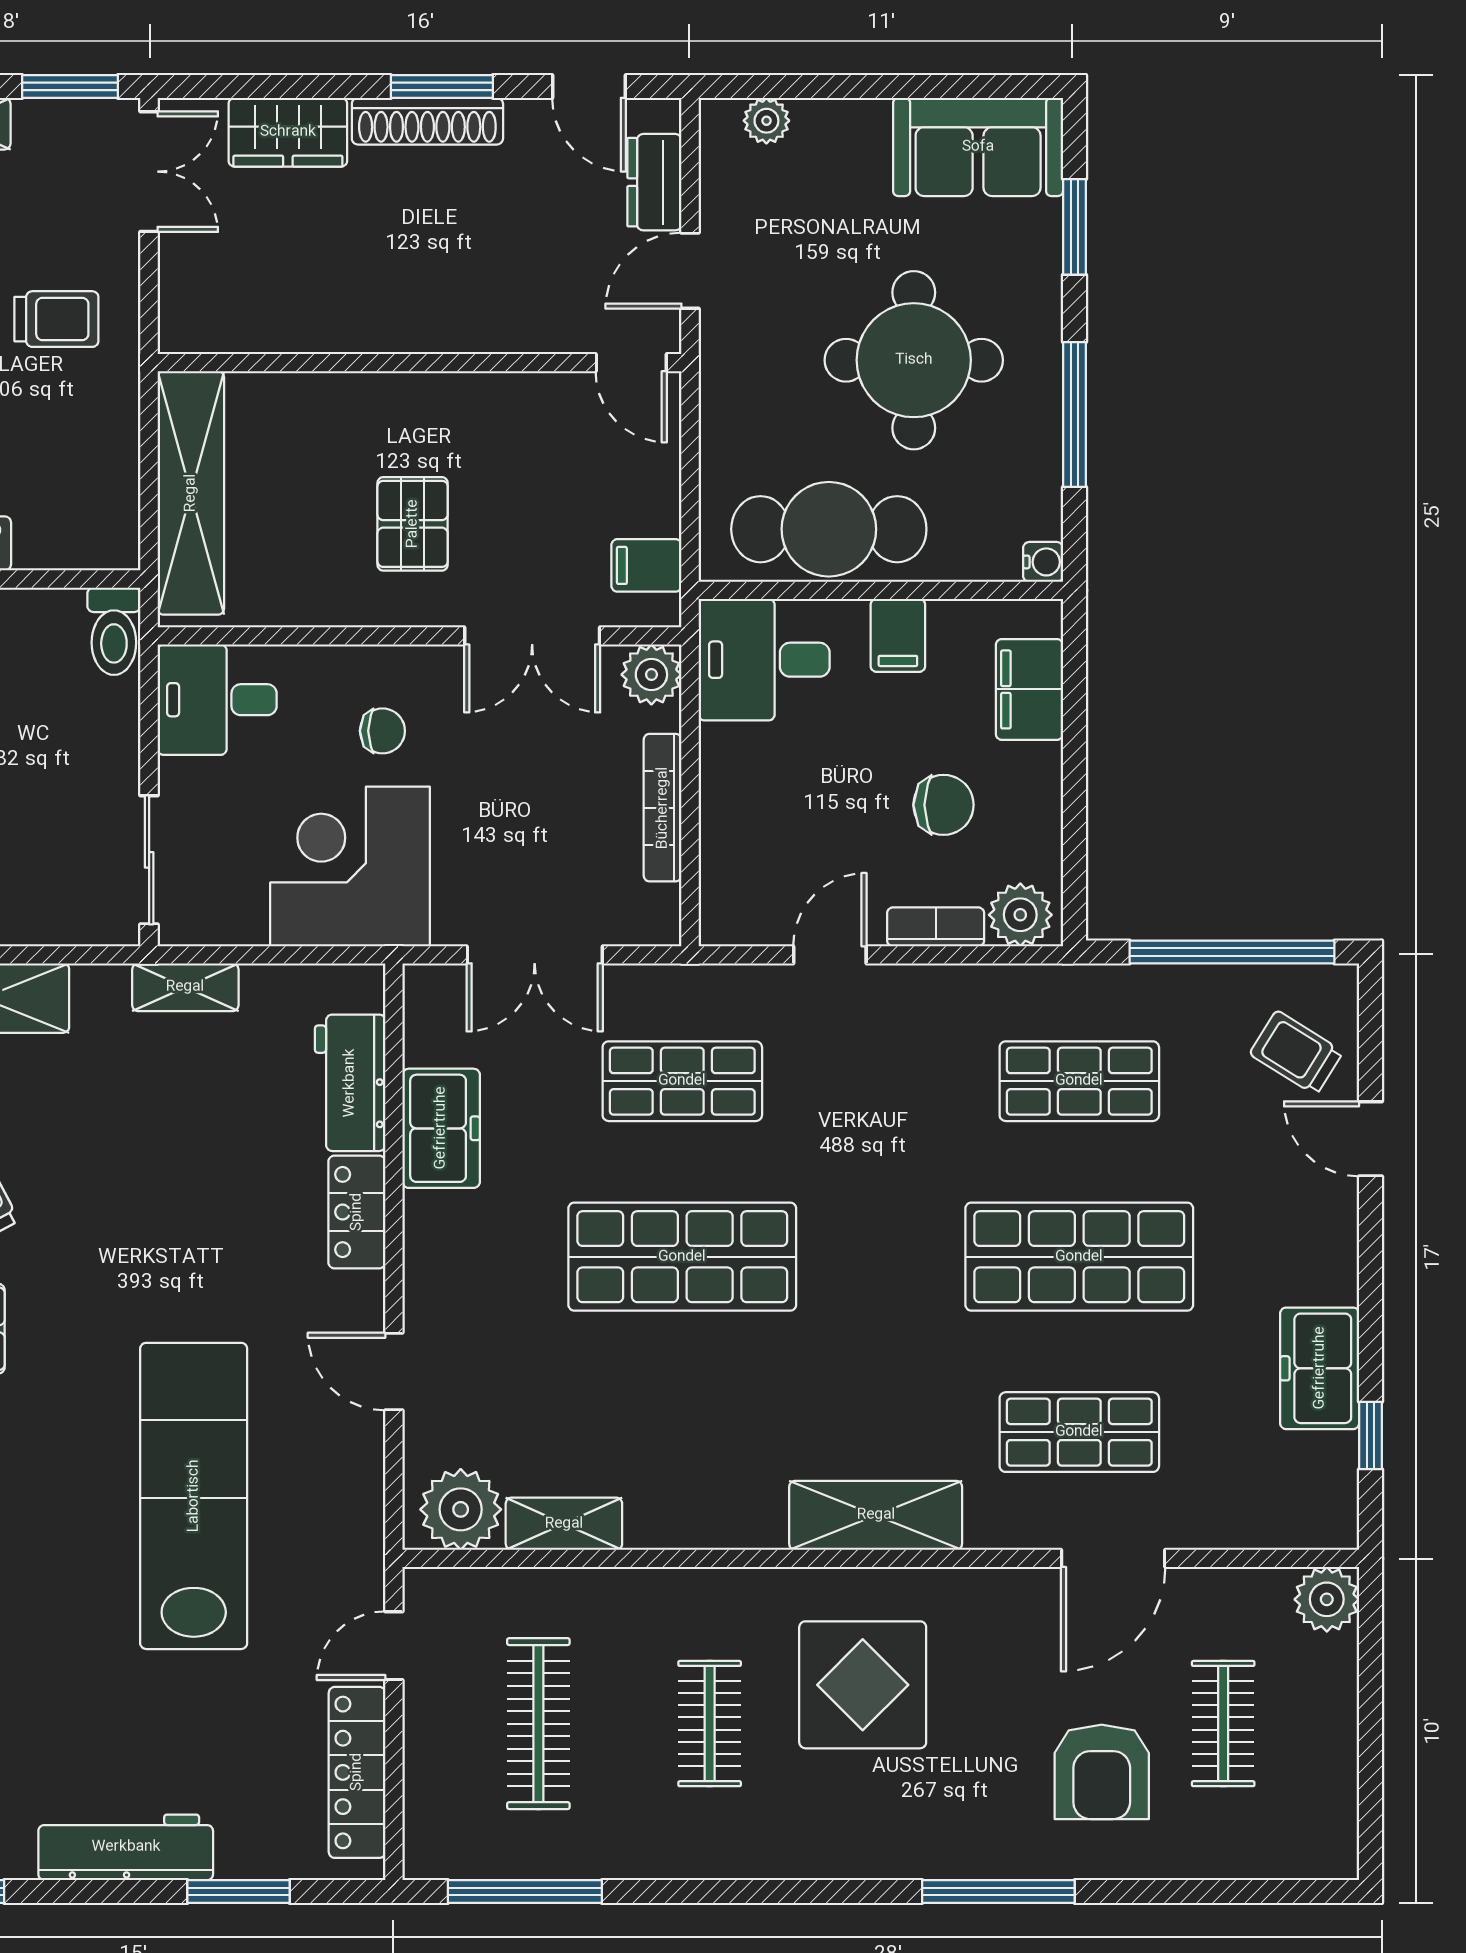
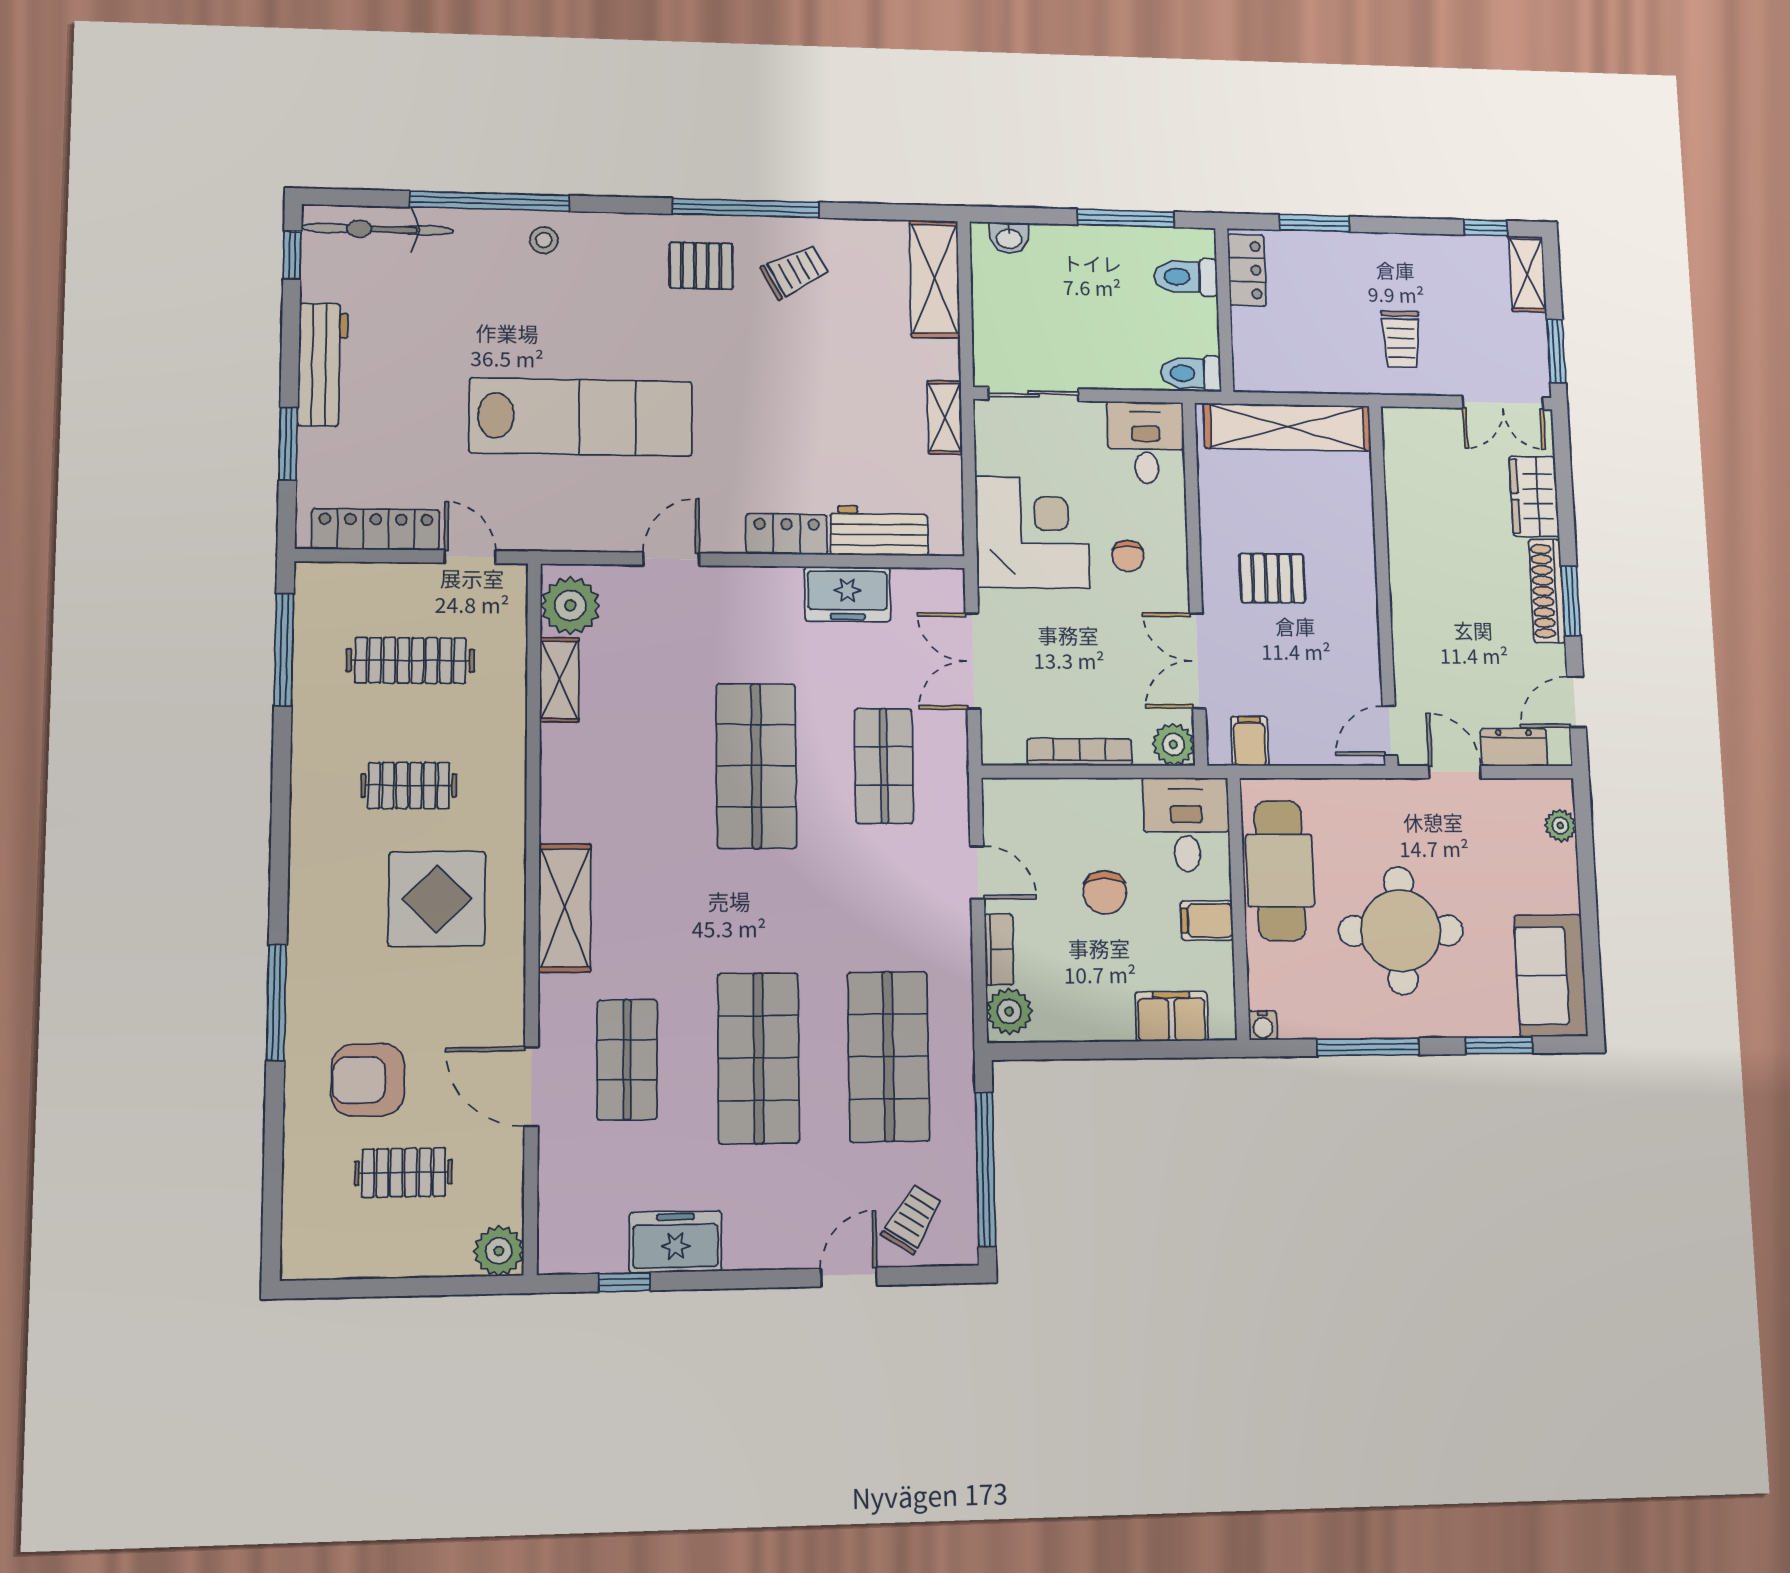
chair: (944, 805) -> (1105, 892), moved
shop shelf: (1079, 1081) -> (888, 1056), width x1.43, depth x1.36

